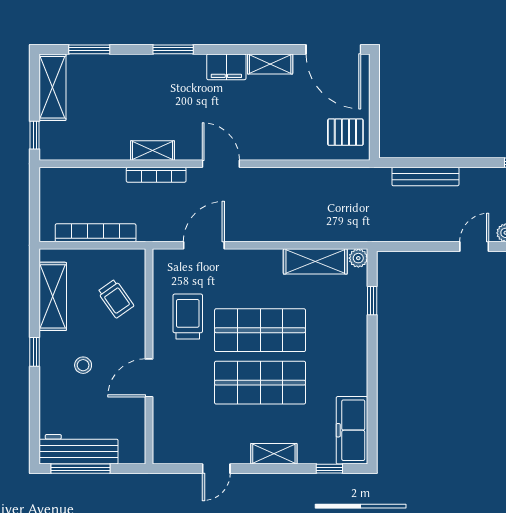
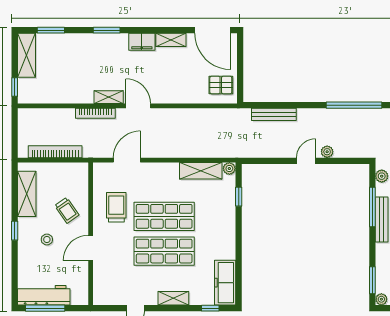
shelving: (152, 151) -> (109, 97), moved
trolley: (116, 299) -> (67, 210), moved

